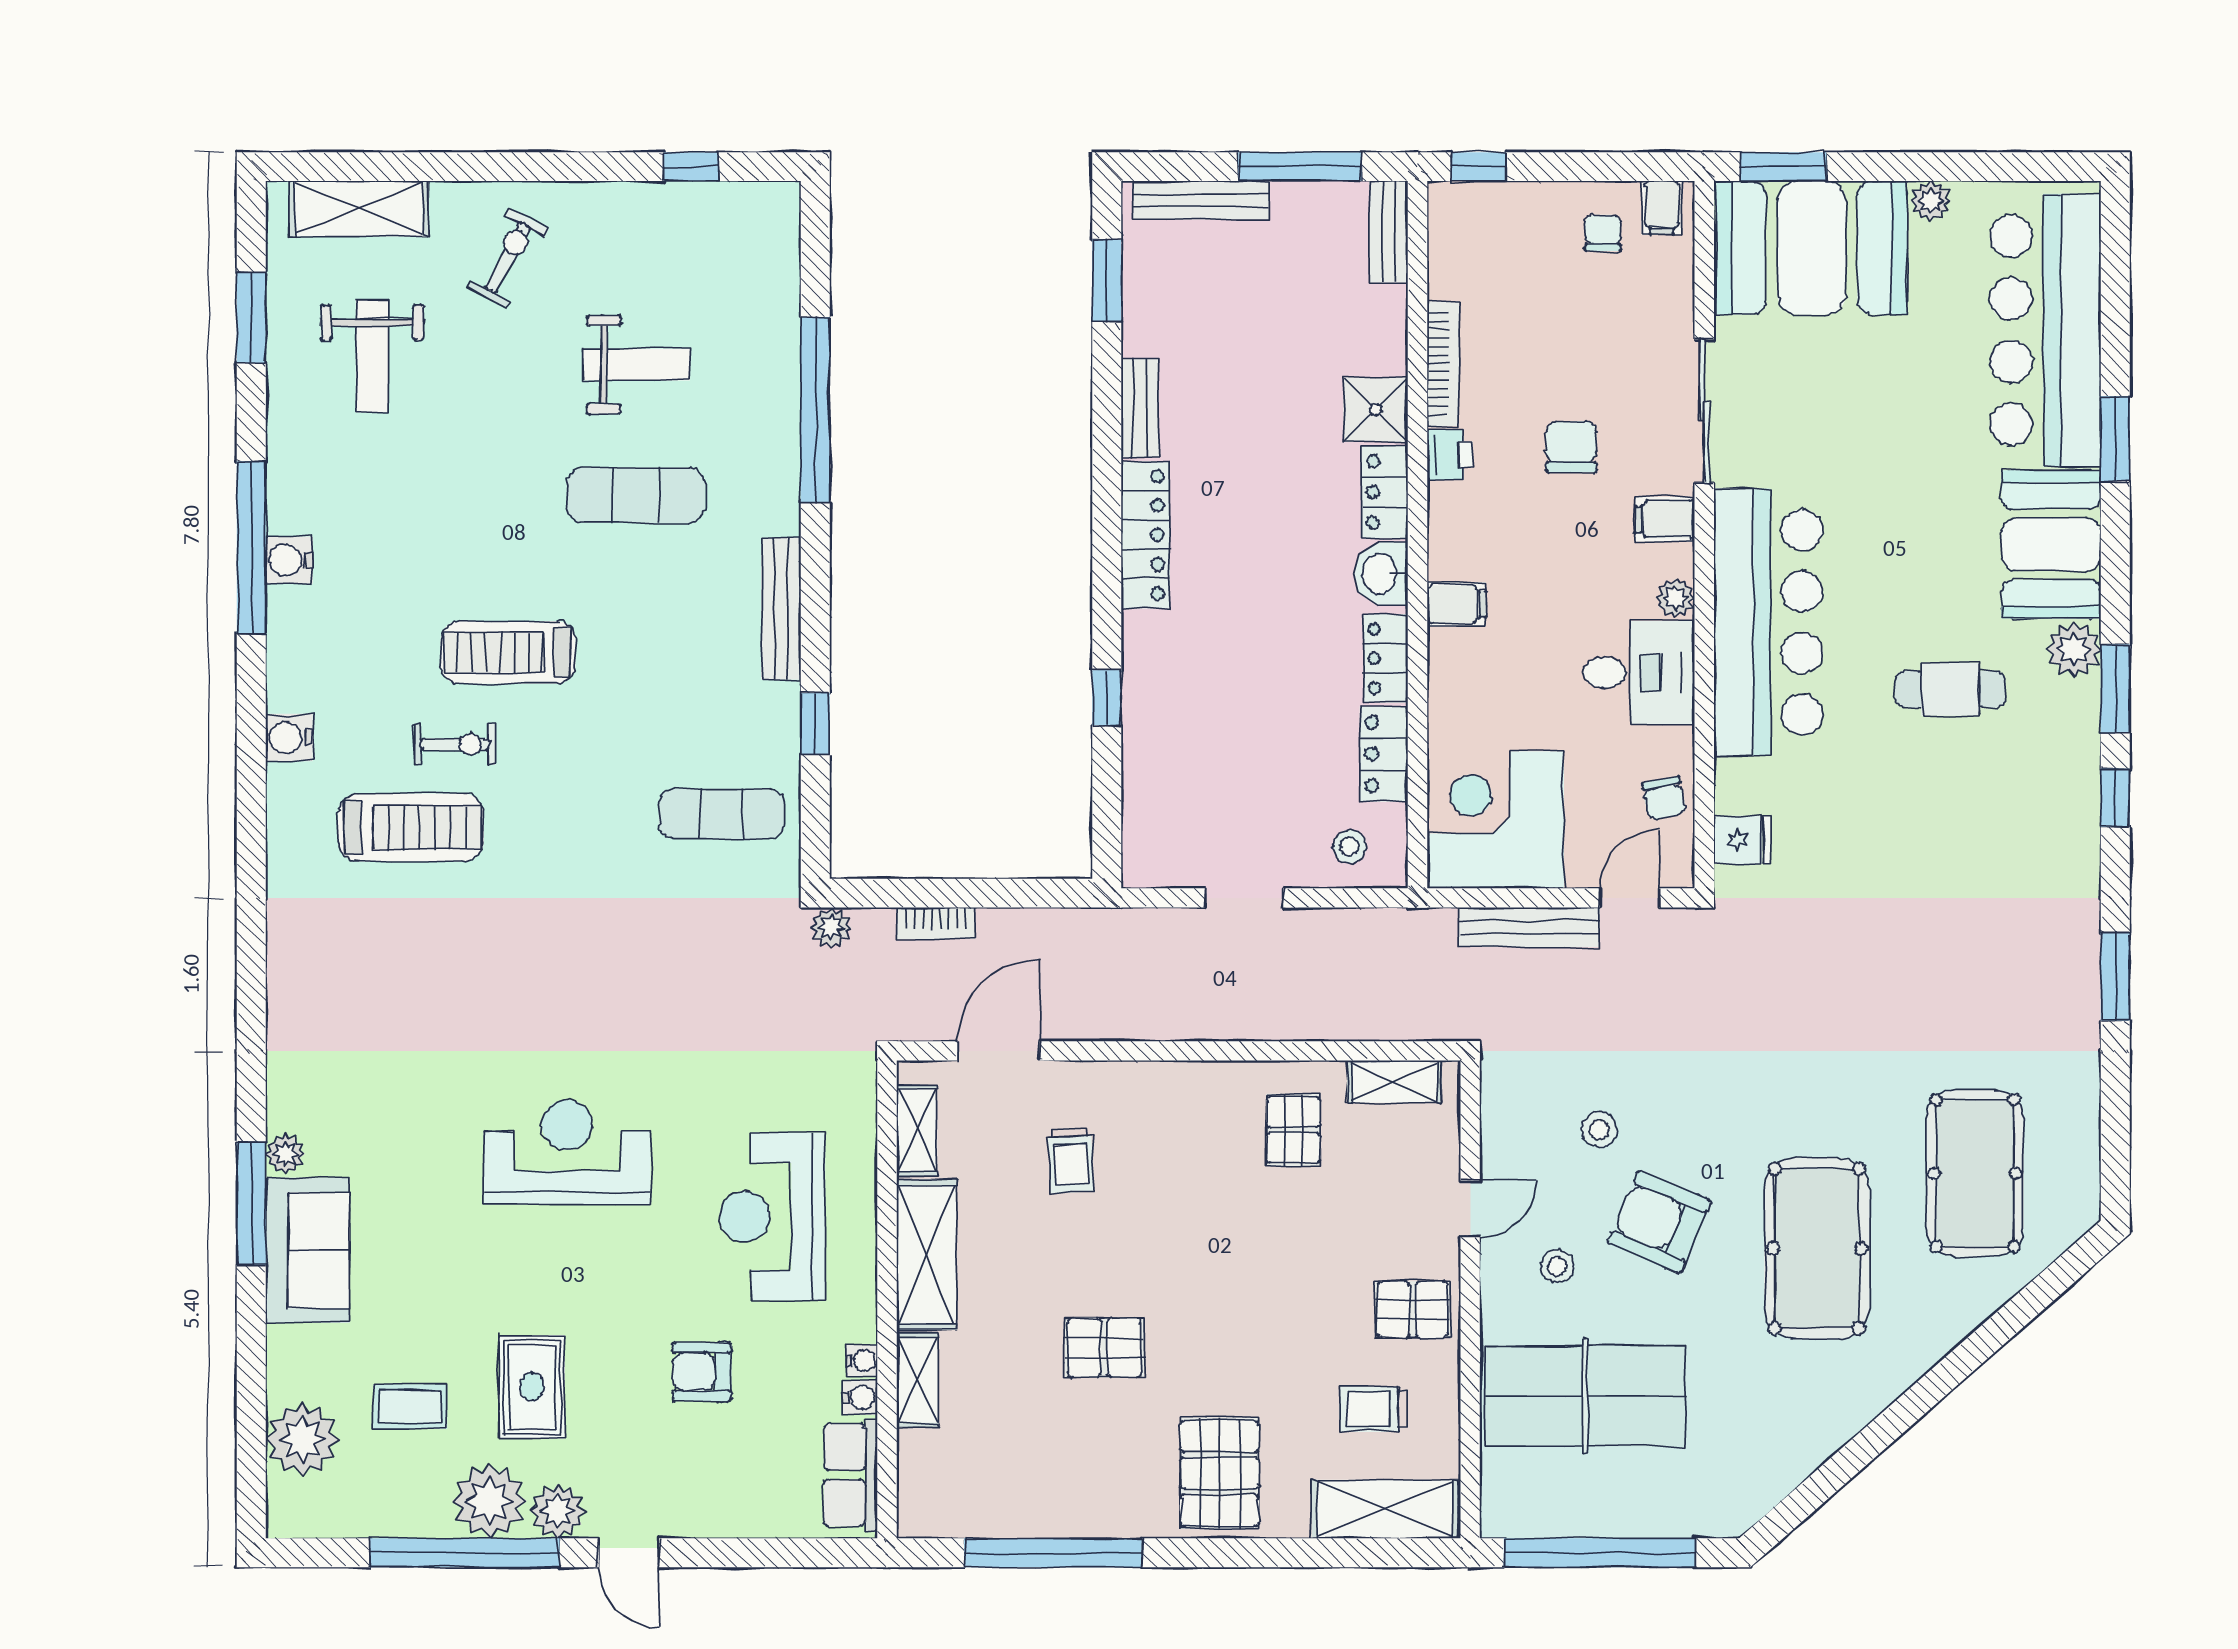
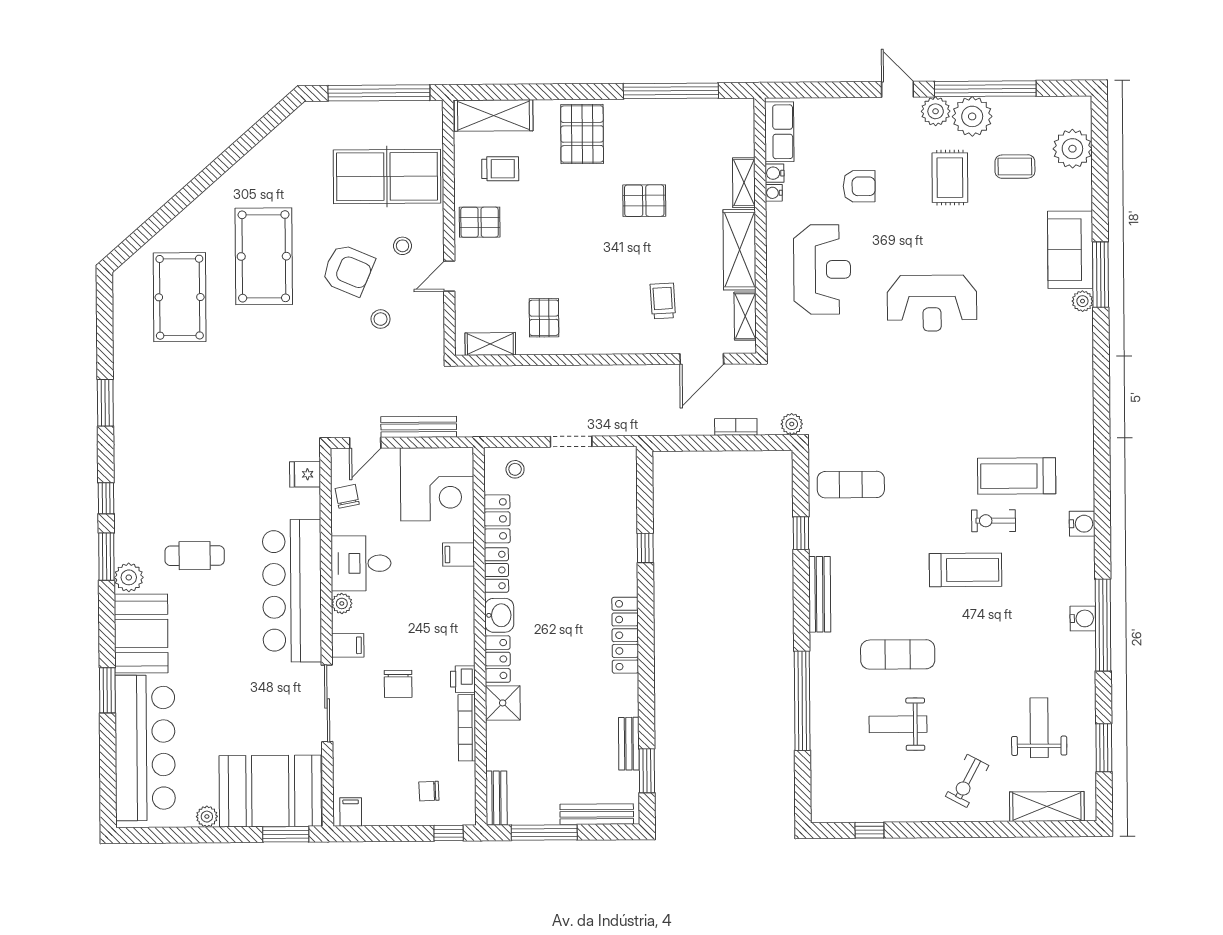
chair: (1603, 233) -> (429, 791), moved, turned 88
bench: (1140, 408) -> (629, 744), moved
filing cabinet: (1457, 604) -> (458, 554), moved

